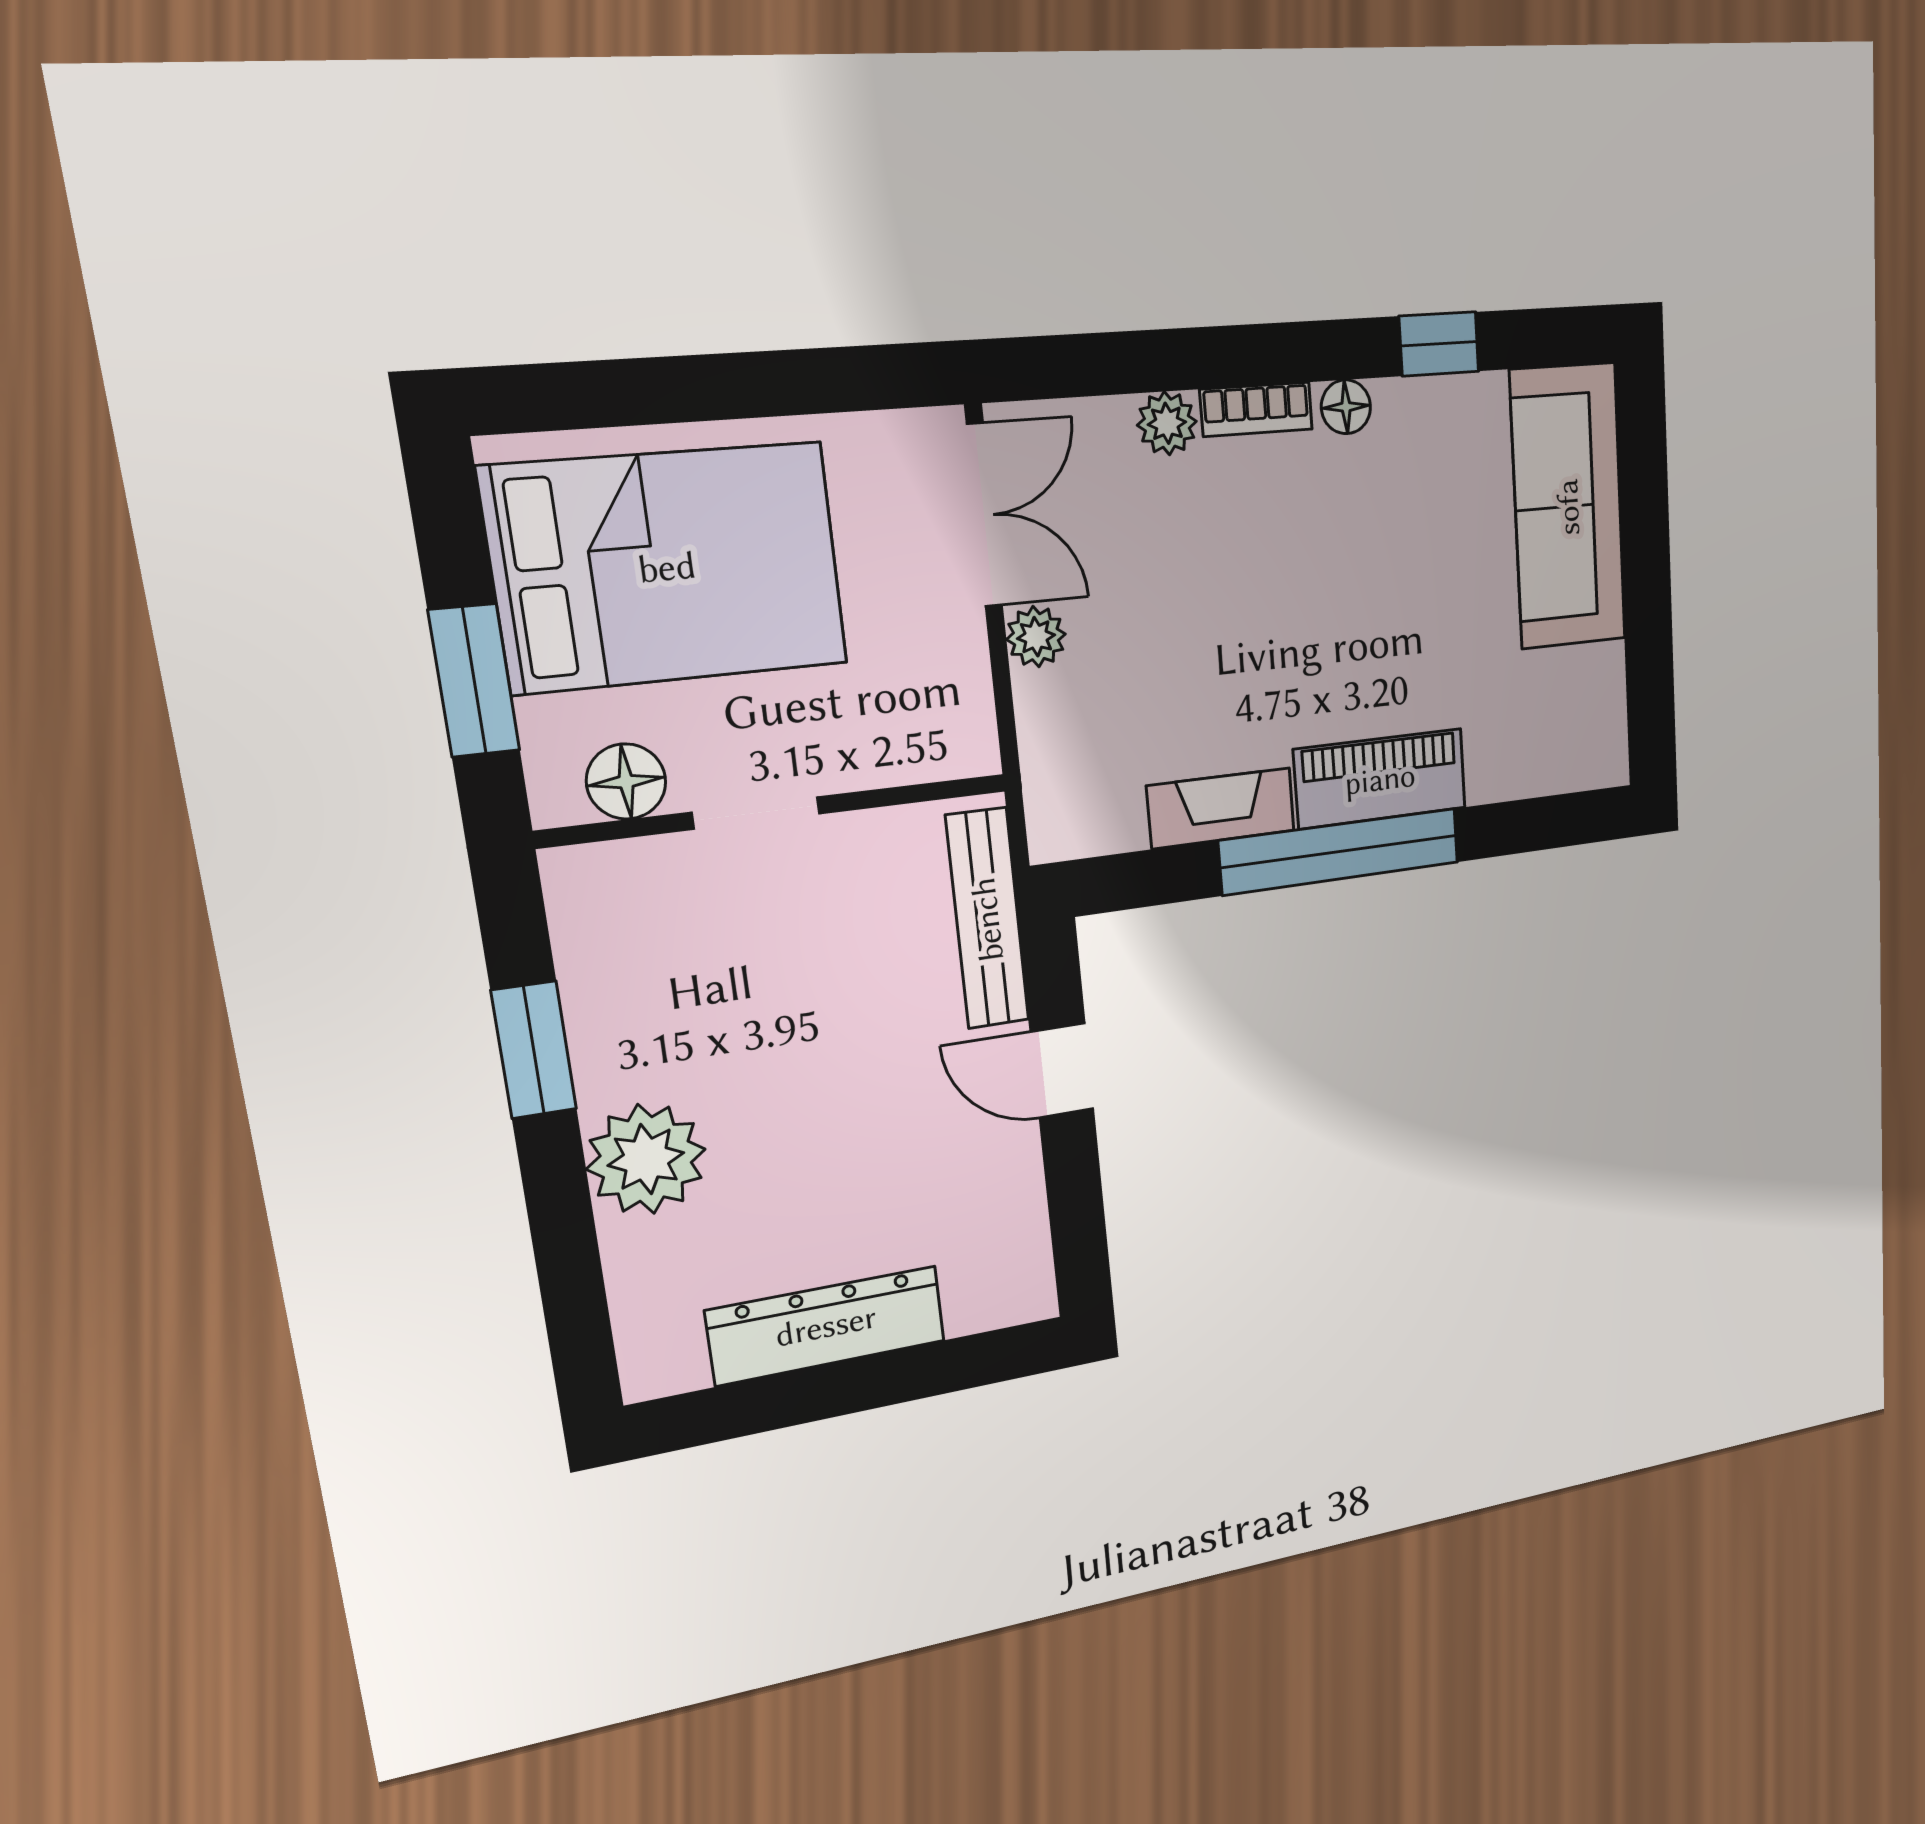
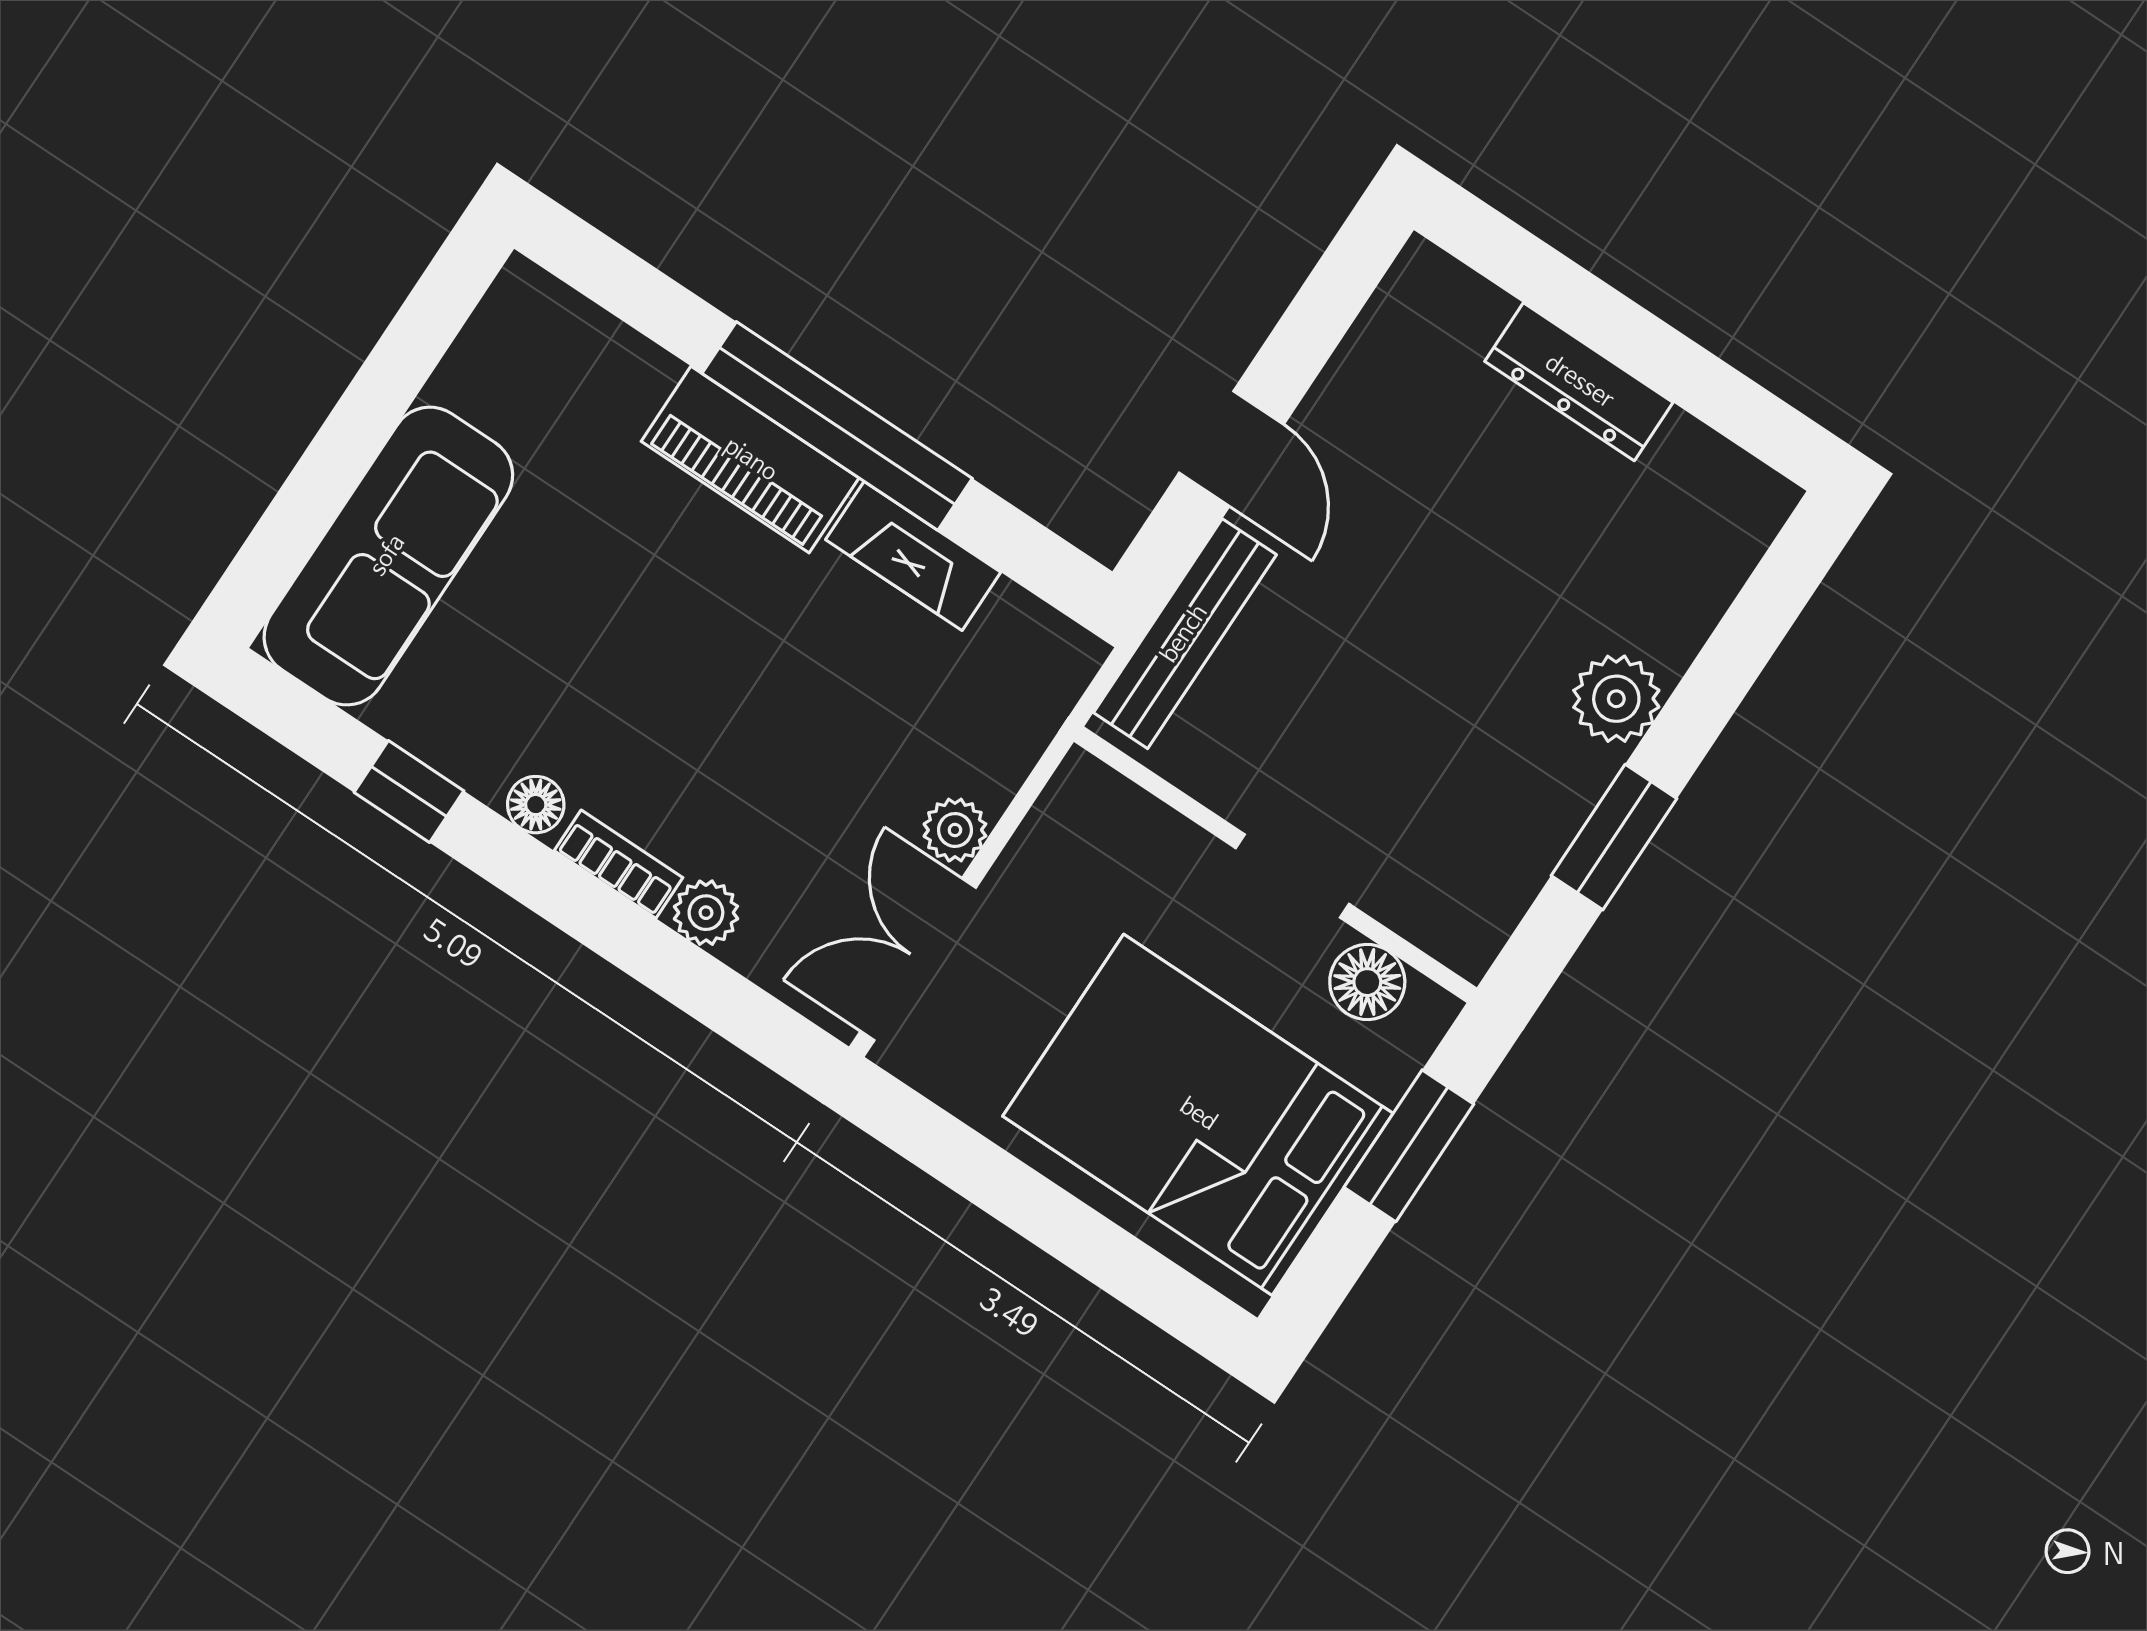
plant: (646, 1159) -> (1616, 699), width x0.73, depth x0.73
dresser: (826, 1326) -> (1579, 382), width x0.73, depth x0.80

